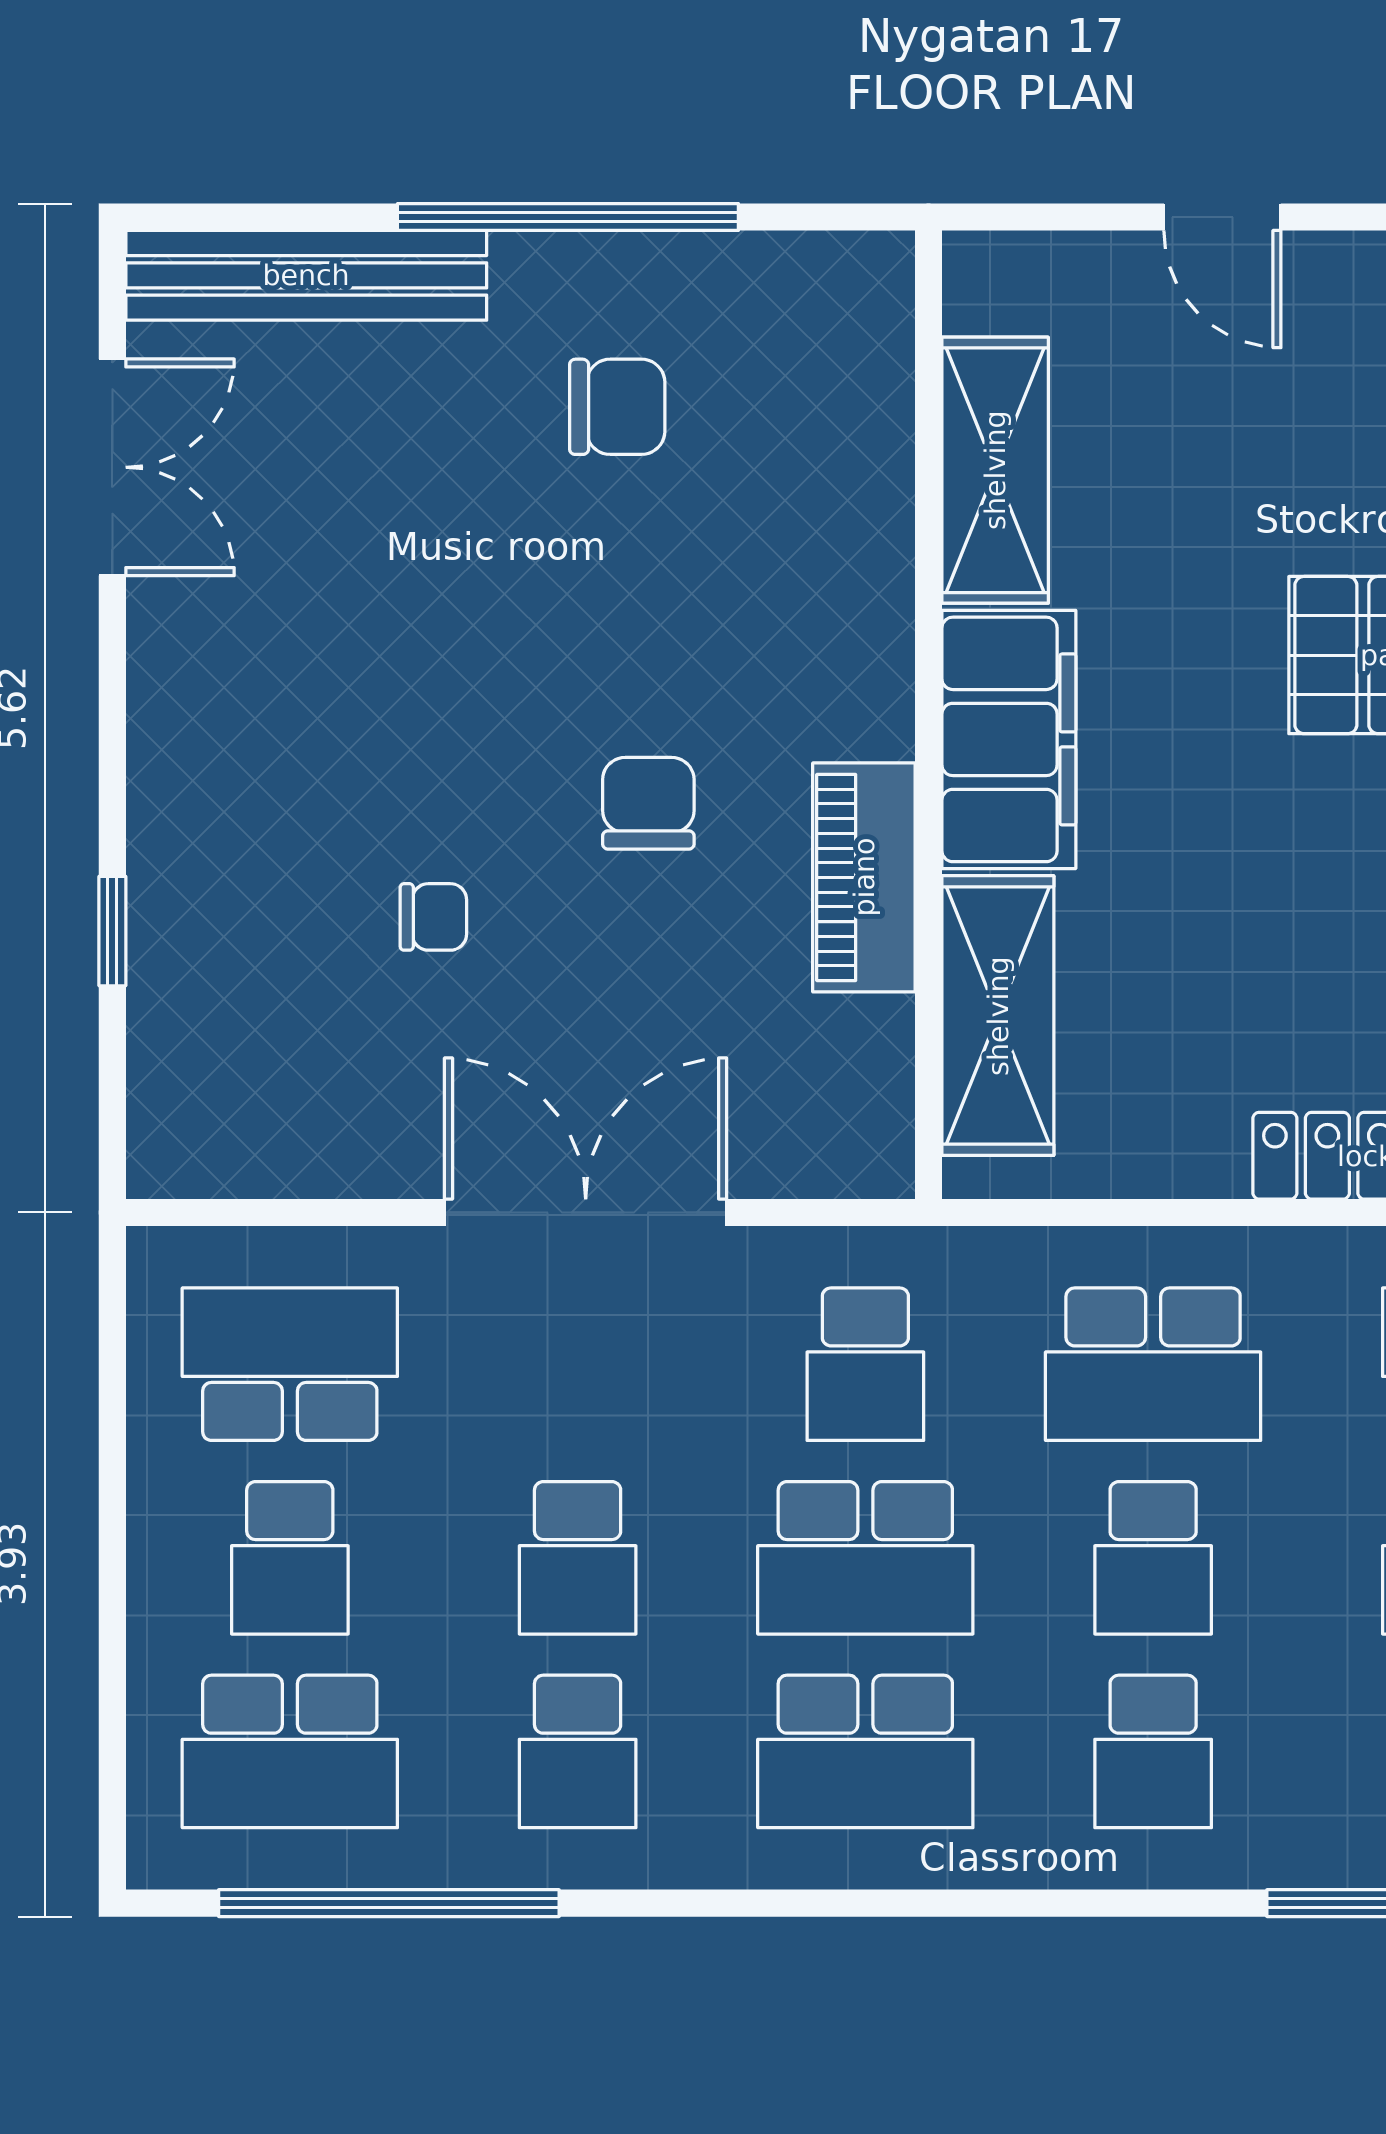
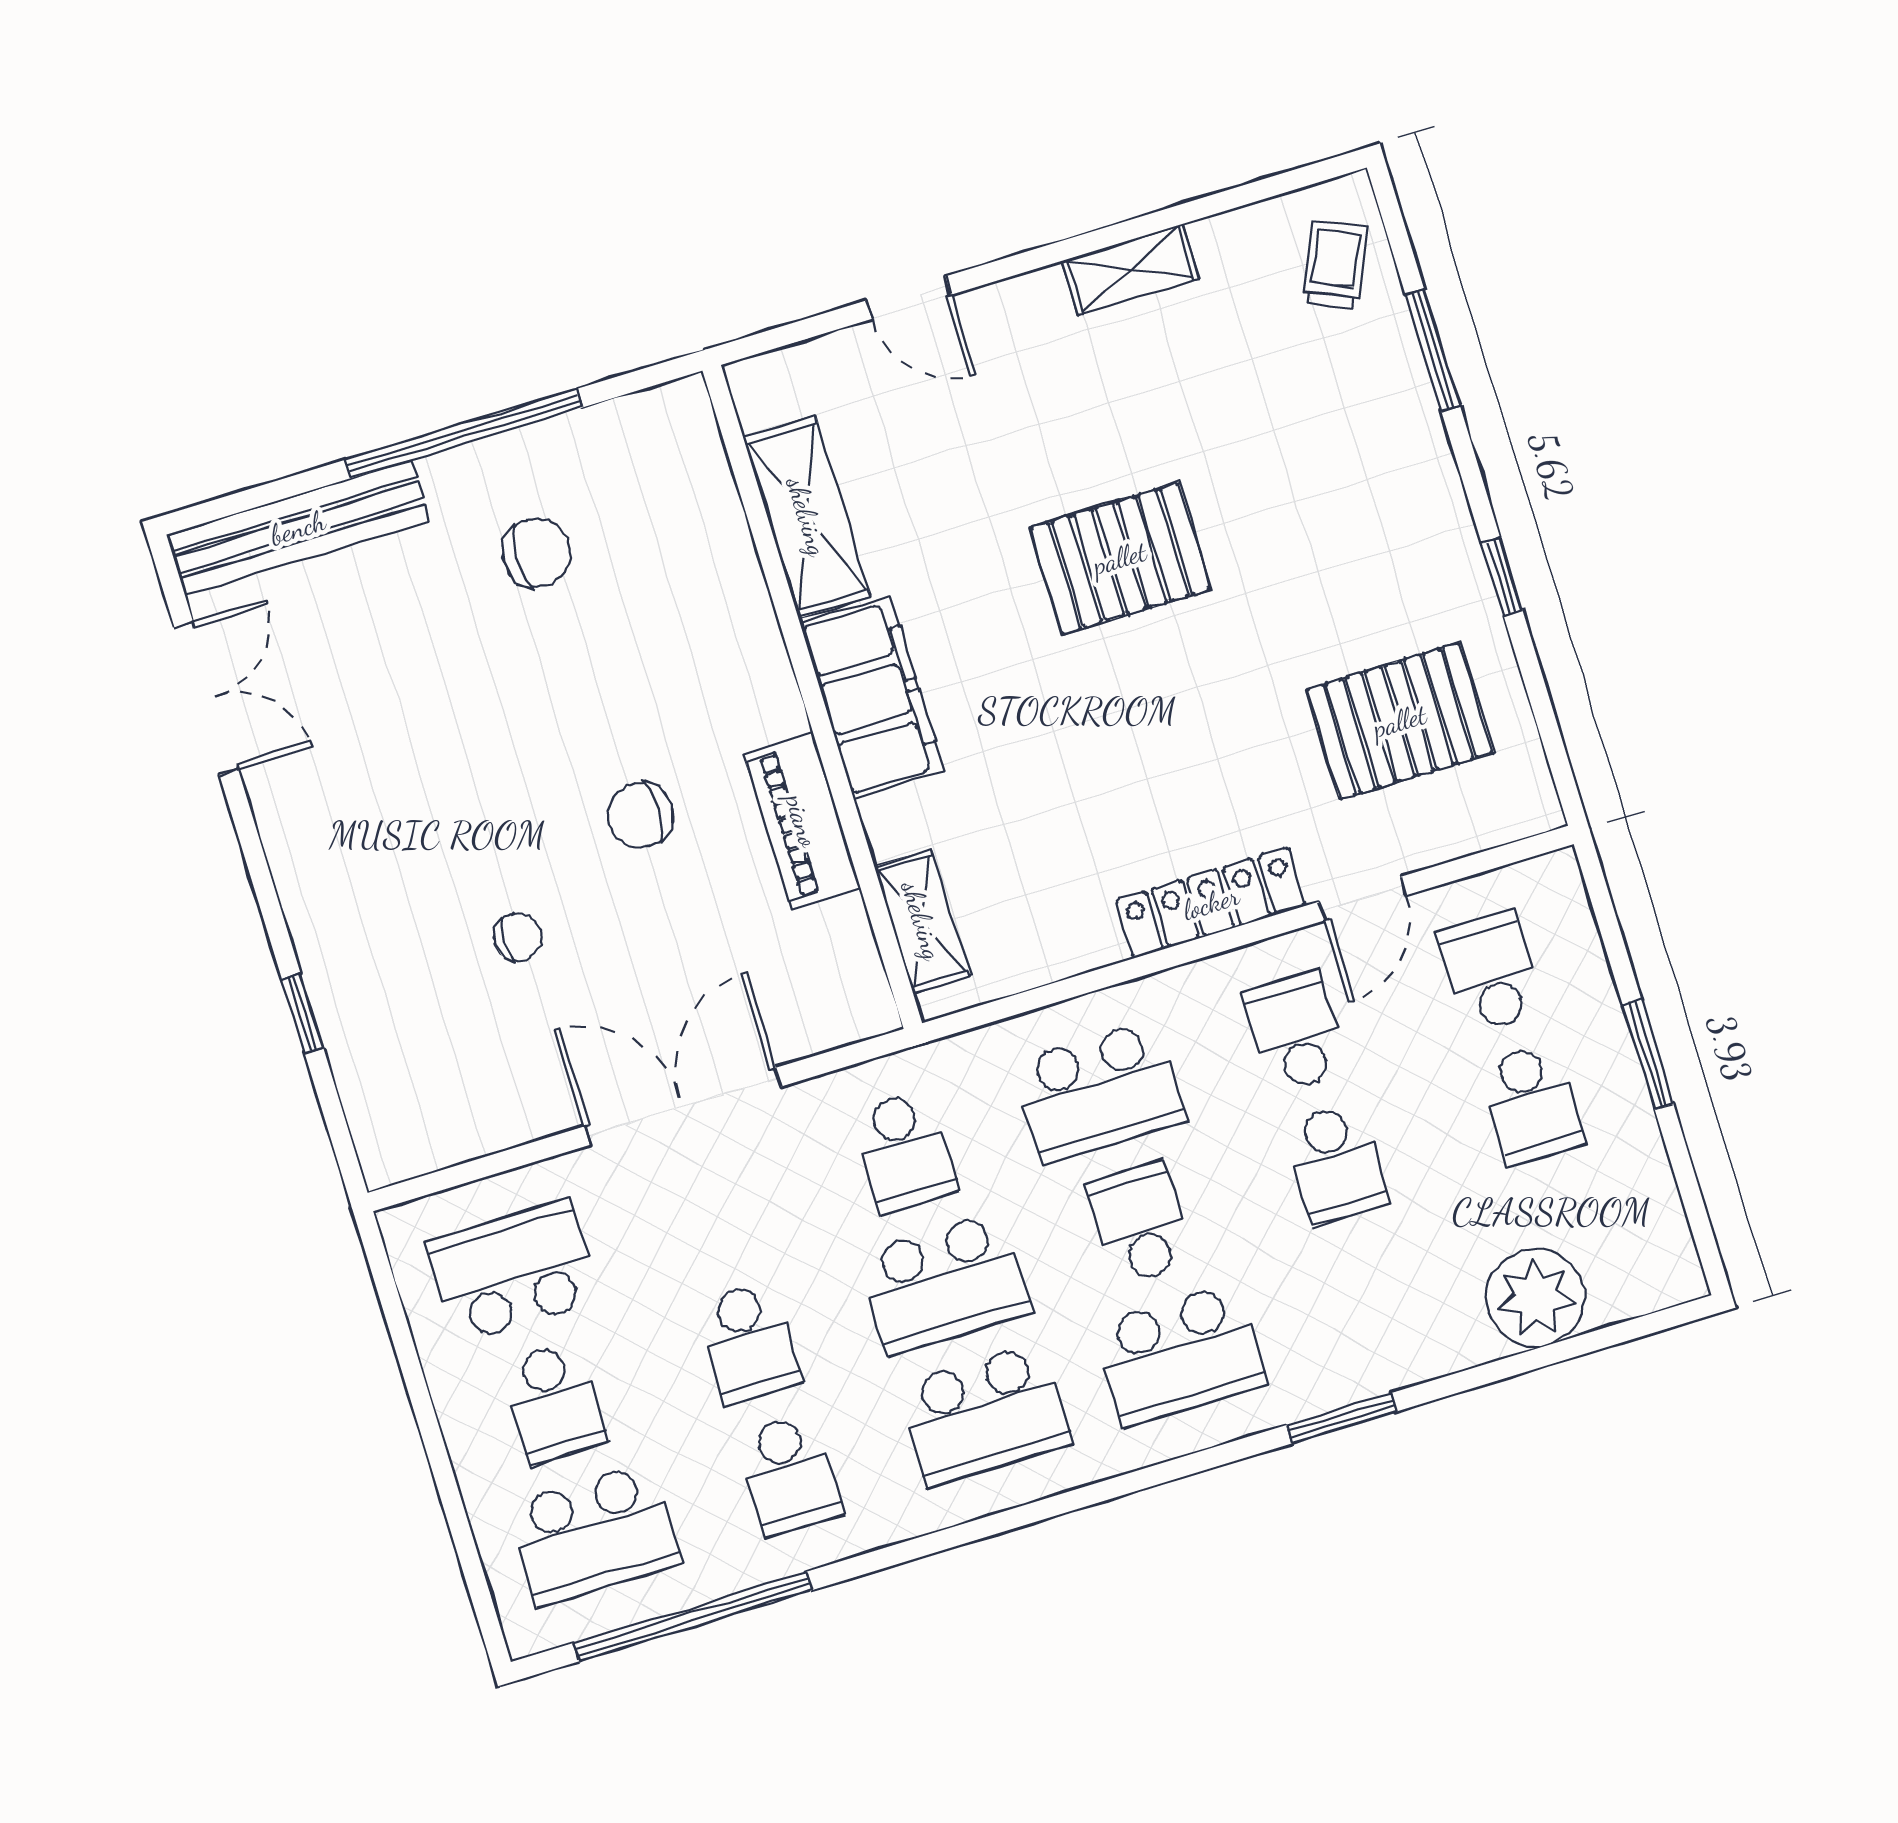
chair: (648, 803) -> (640, 815), turned -90
shelving: (998, 1016) -> (922, 921), width x0.67, depth x0.75
school desk: (1153, 1558) -> (1140, 1223), turned 180
school desk: (1153, 1751) -> (1180, 1355), width x1.85

